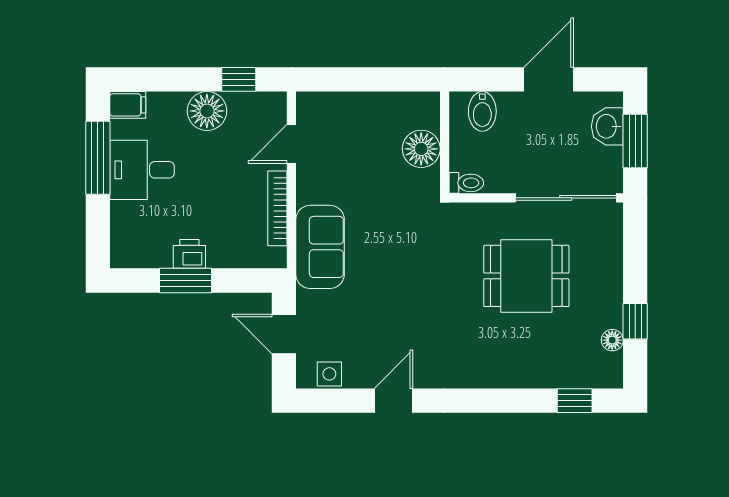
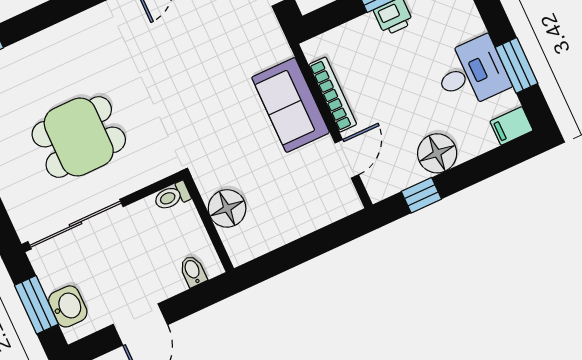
bidet: (482, 111) -> (193, 271), width x0.72, depth x0.74
window: (98, 158) -> (517, 65), width x0.69
sofa: (320, 247) -> (291, 105), moved

